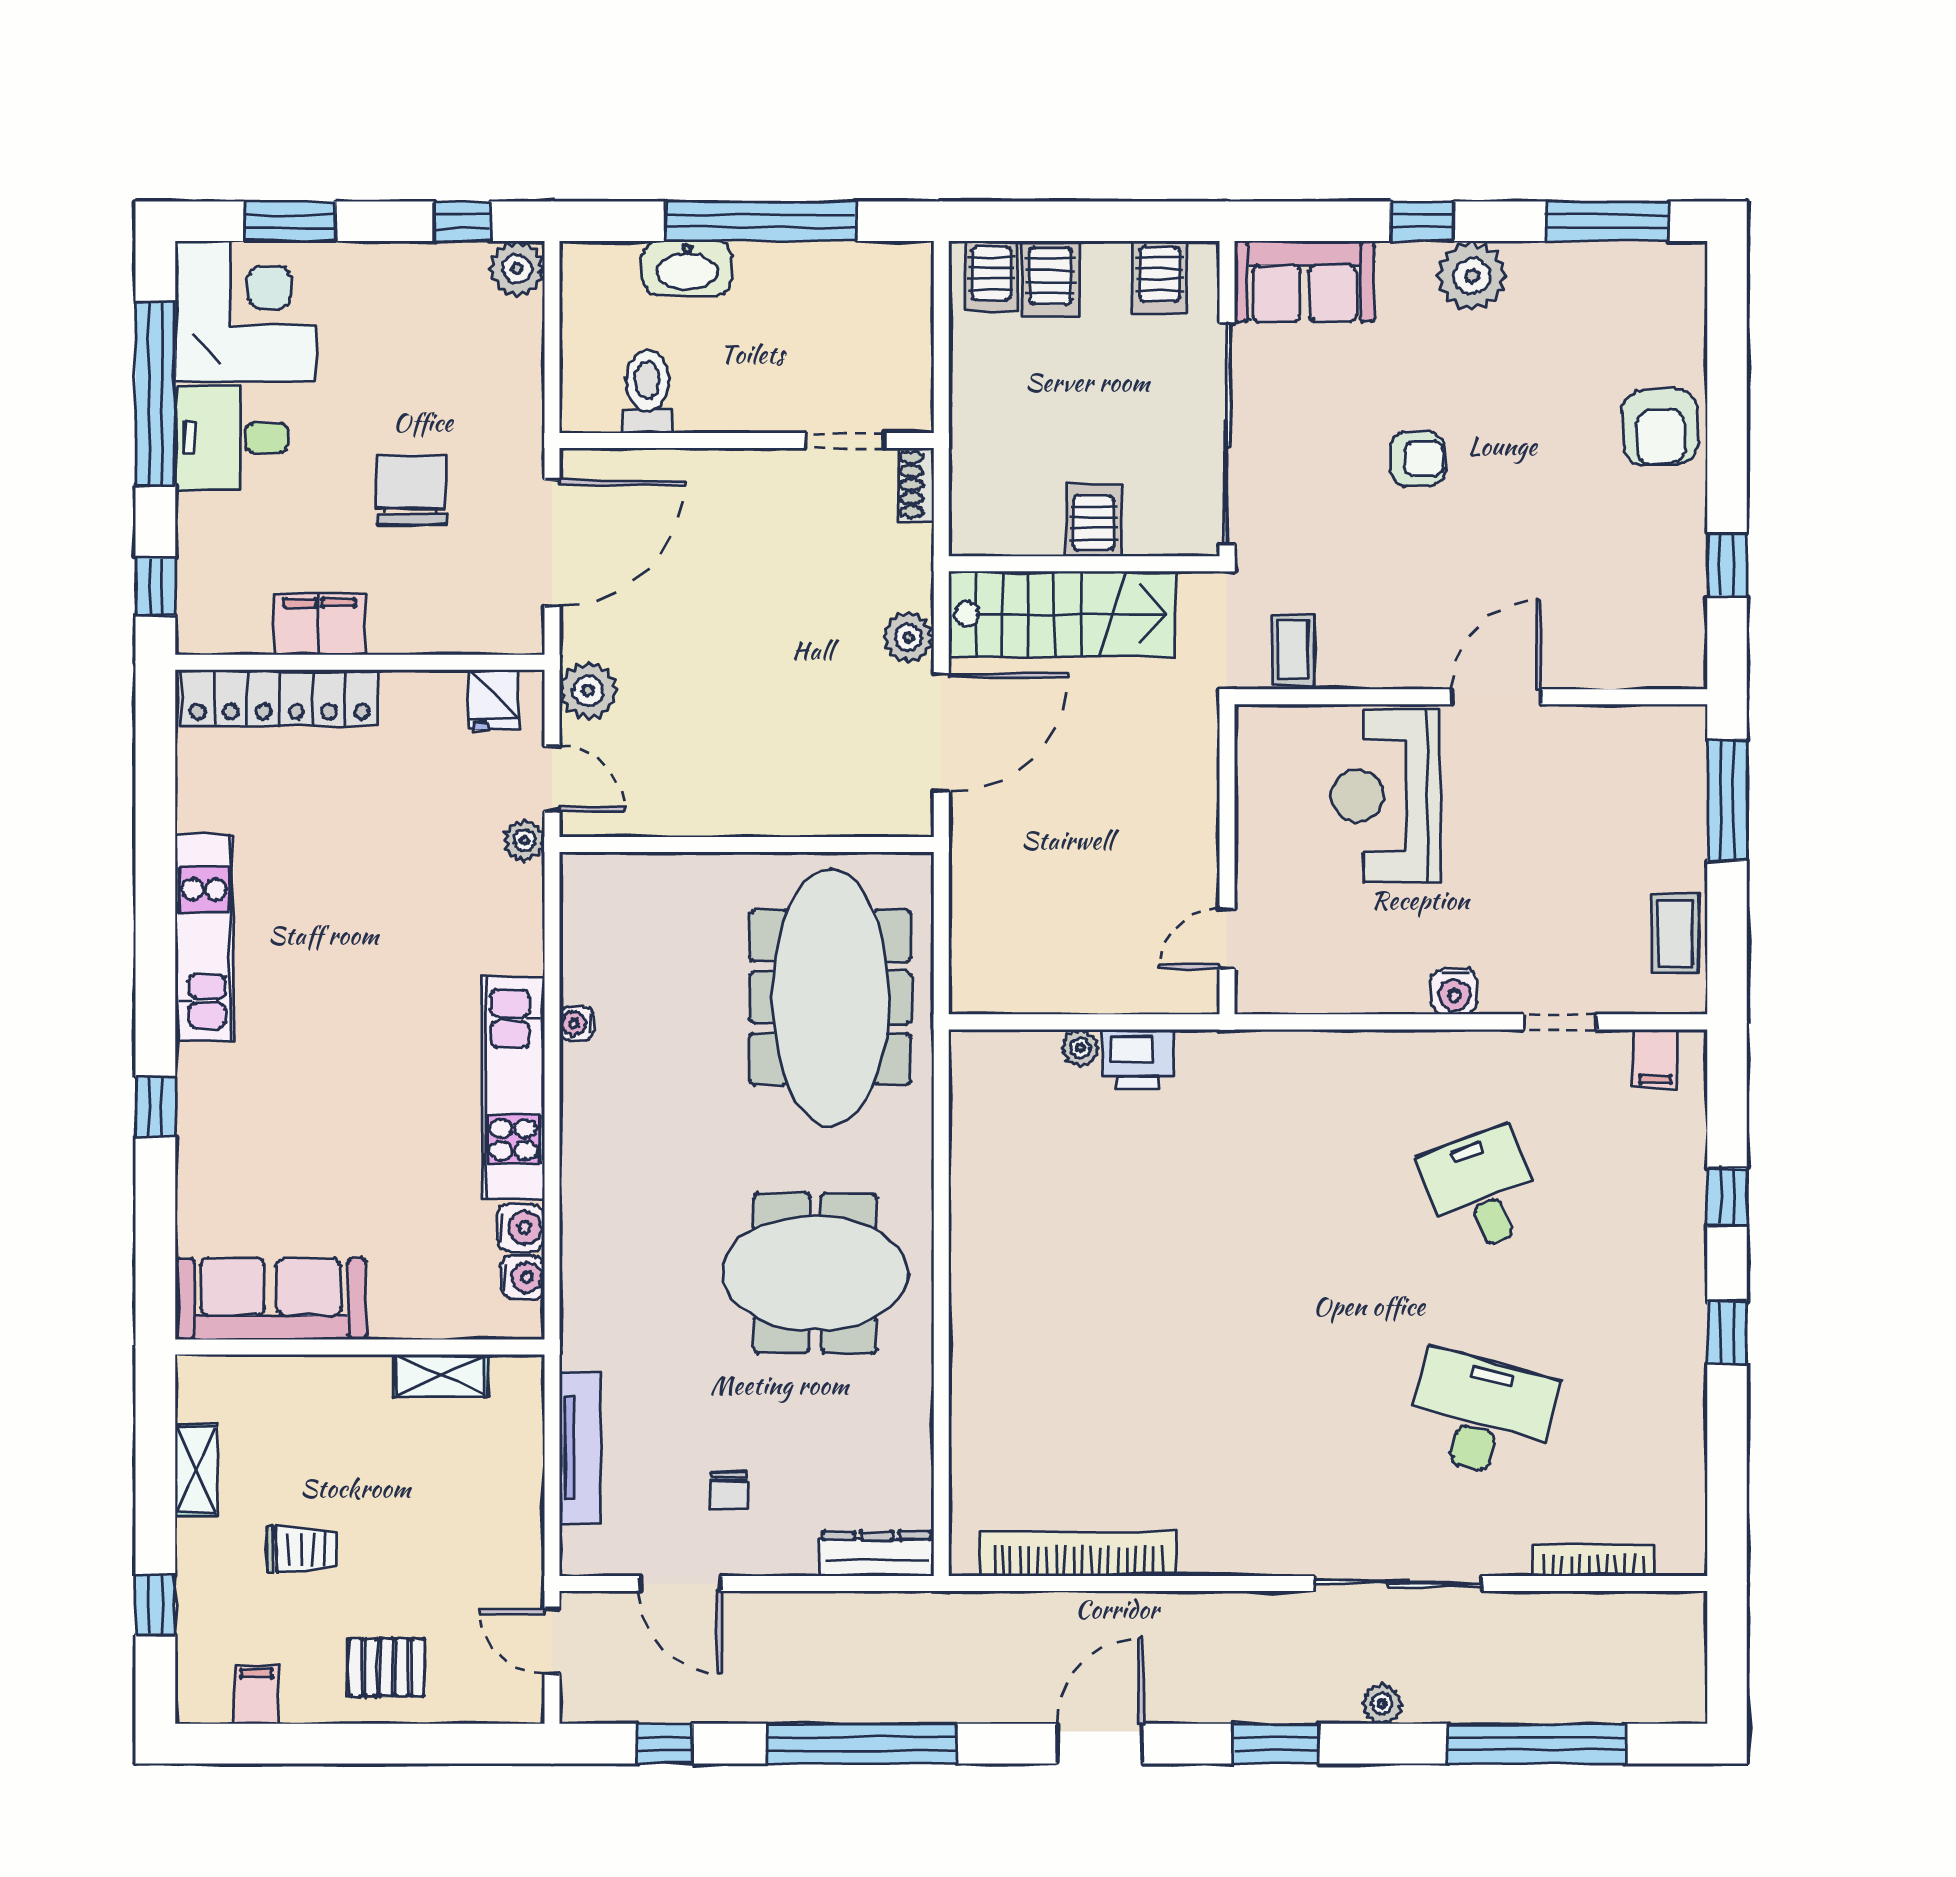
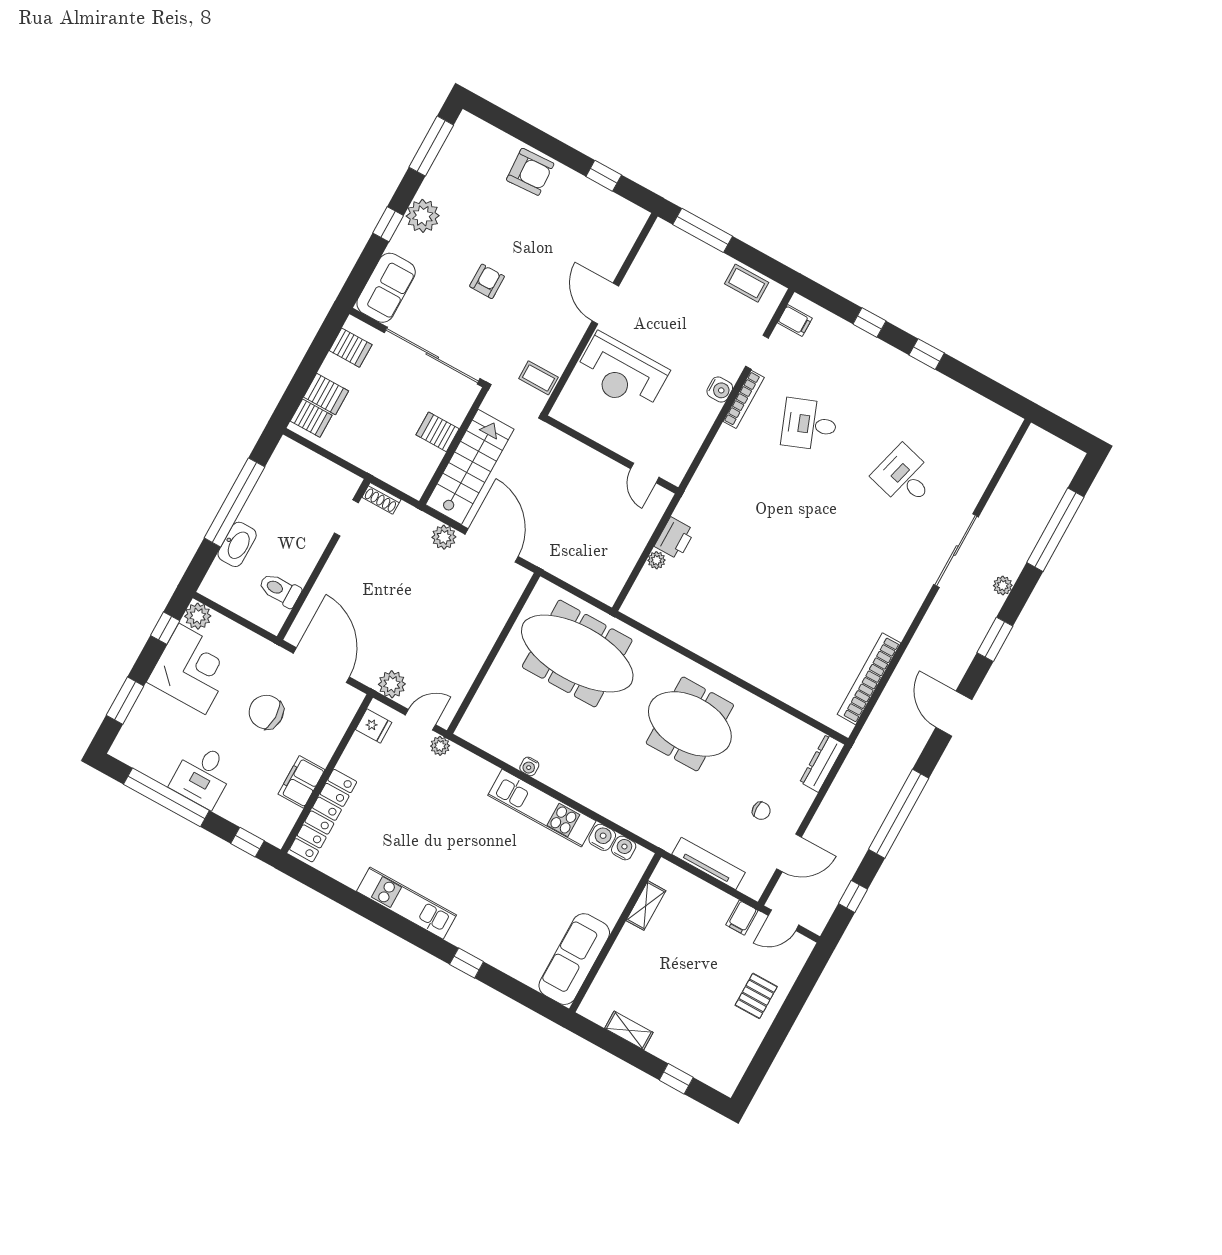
corner desk: (245, 311) -> (192, 669), moved, turned 90
meeting table: (815, 1273) -> (690, 724), turned 90
desk: (1481, 1415) -> (904, 477), width x0.73
trolley: (302, 1549) -> (687, 1004), removed
bookcase: (1594, 1561) -> (744, 399), moved, turned 180
filing cabinet: (257, 1694) -> (742, 918), moved, turned -90

